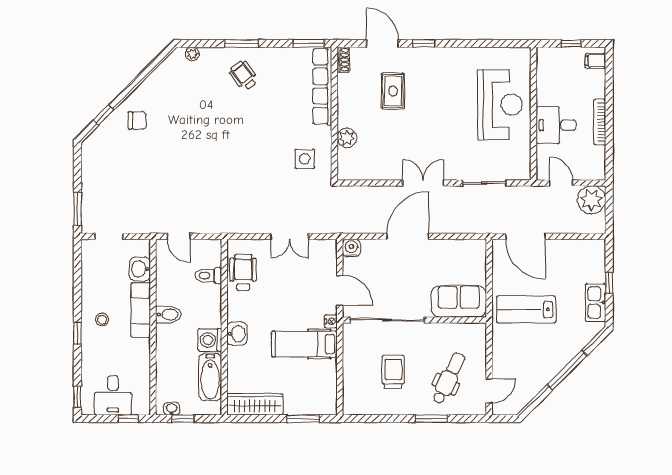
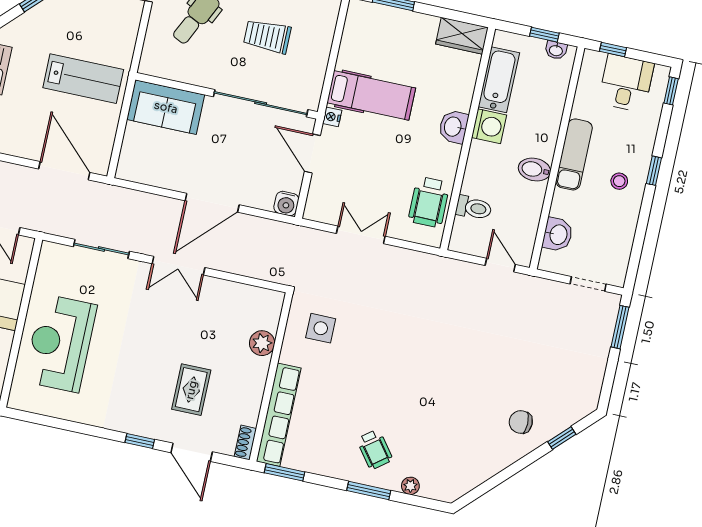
plant: (192, 54) -> (410, 486), moved
exam couch: (141, 310) -> (574, 154), moved
trolley: (393, 372) -> (267, 36), turned 90
wardrobe: (255, 404) -> (462, 36), width x0.67

